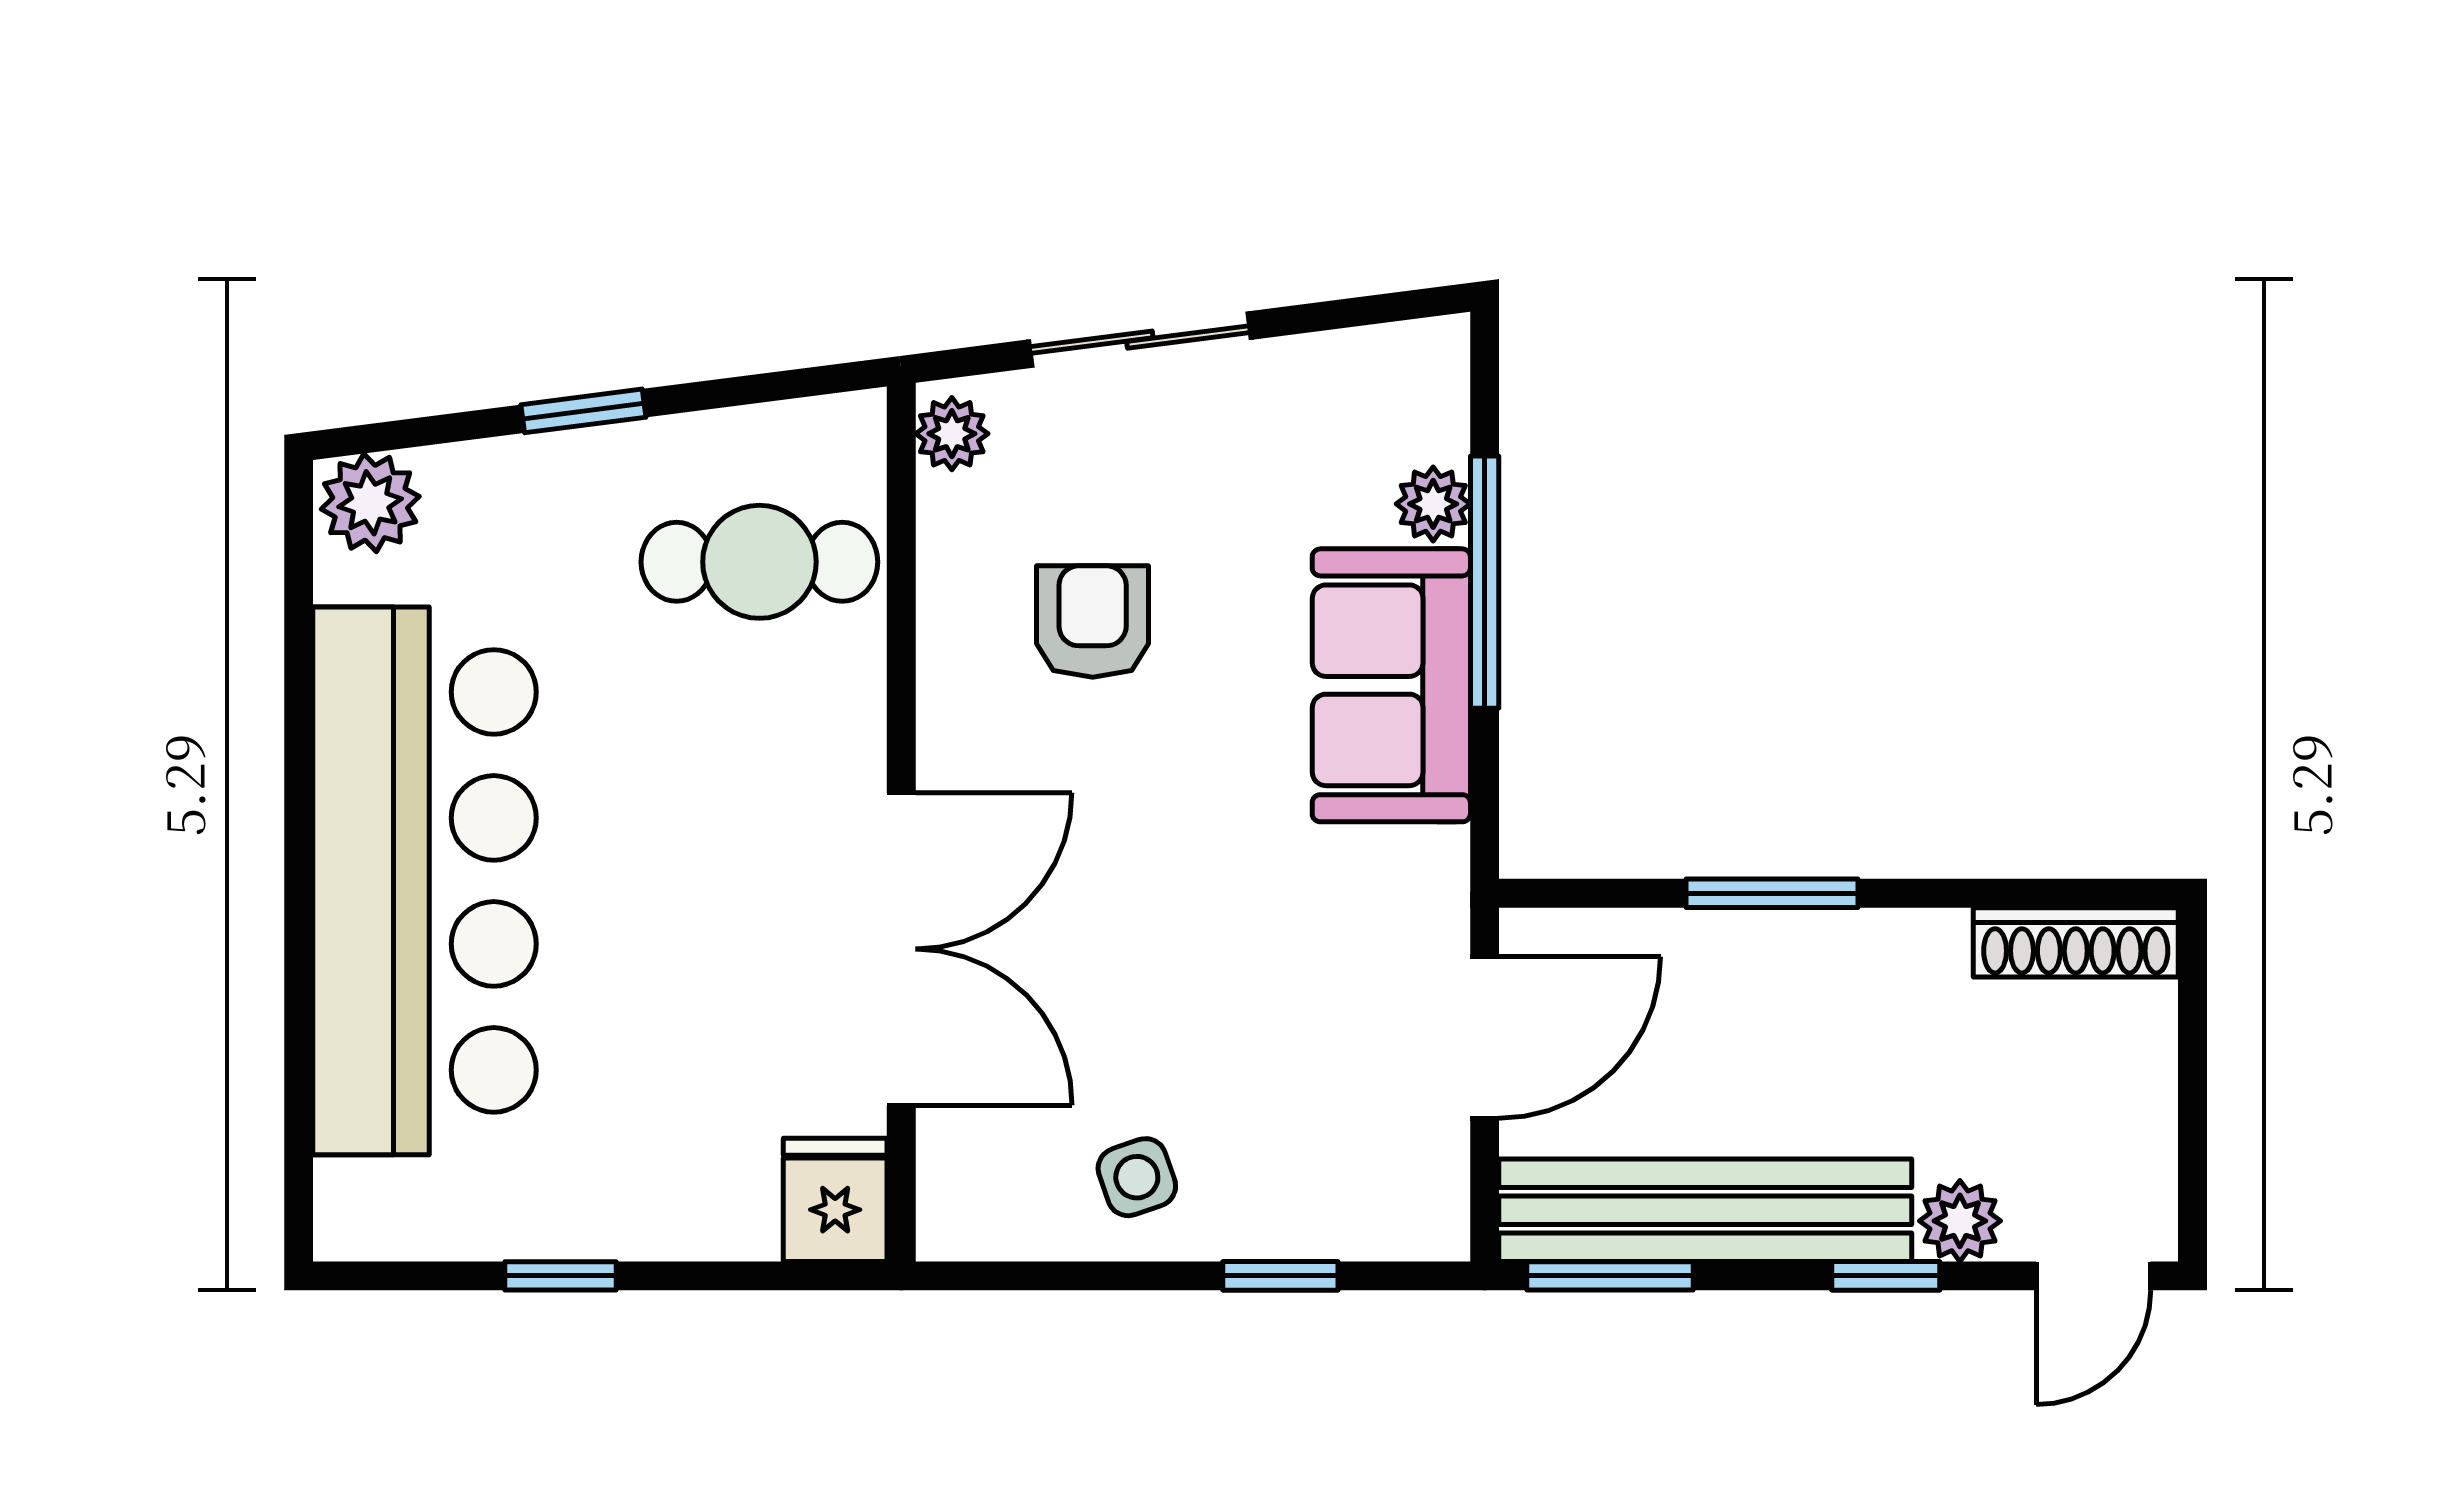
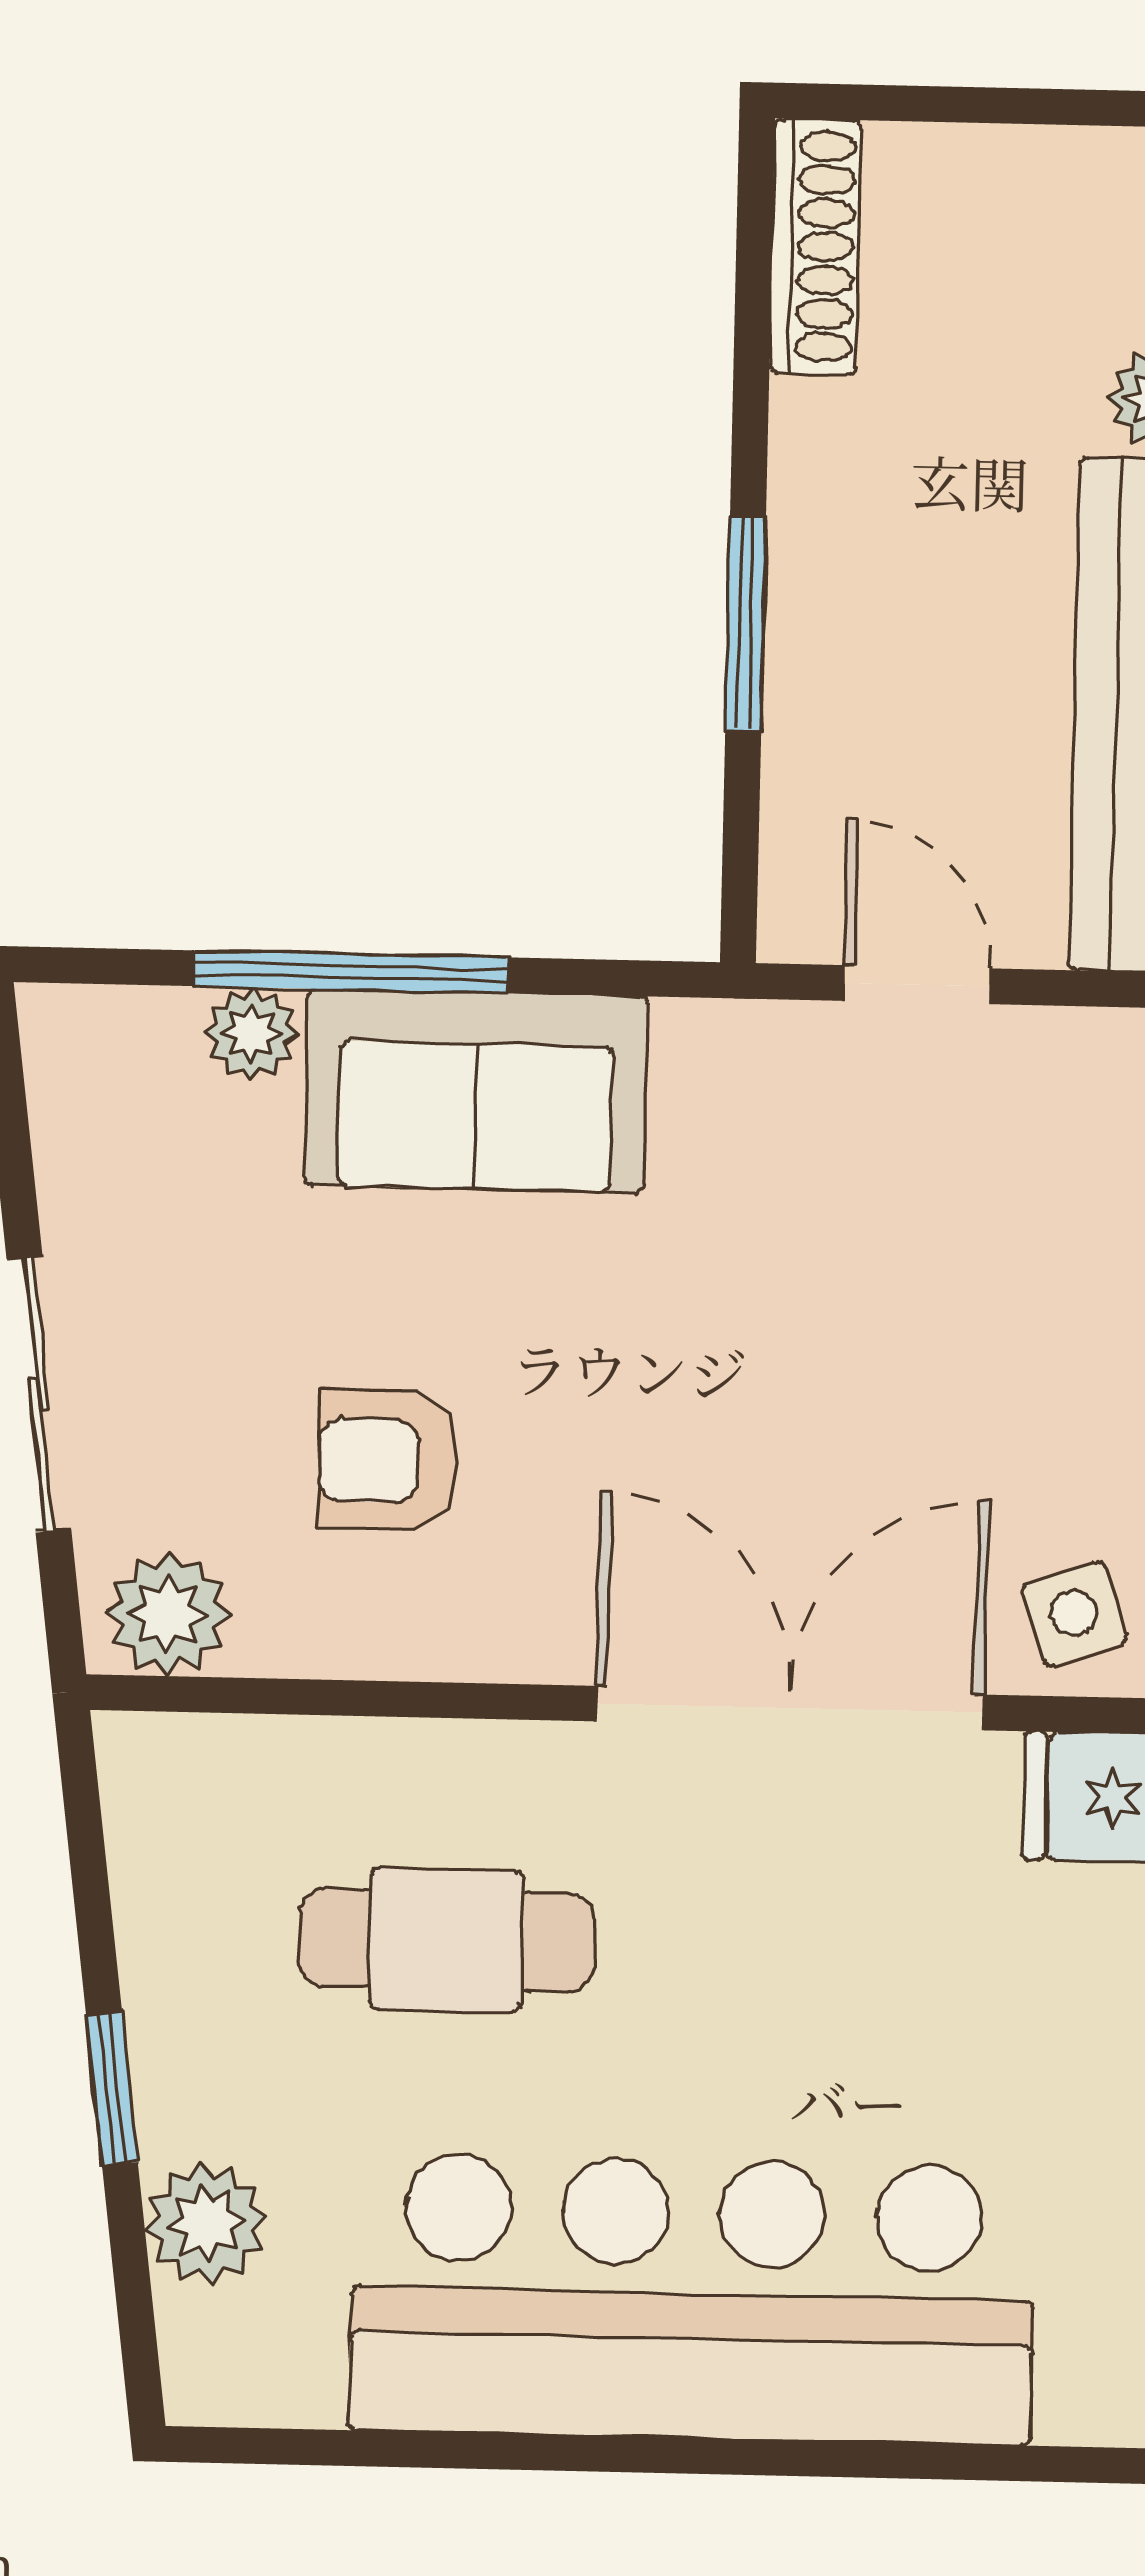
plant: (952, 434) -> (168, 1614), width x1.38, depth x1.38
plant: (370, 503) -> (206, 2223), moved
cafe table: (759, 562) -> (447, 1940), moved, turned 90
door: (1485, 1037) -> (917, 985), width x0.73
side table: (1137, 1177) -> (1074, 1613), moved

